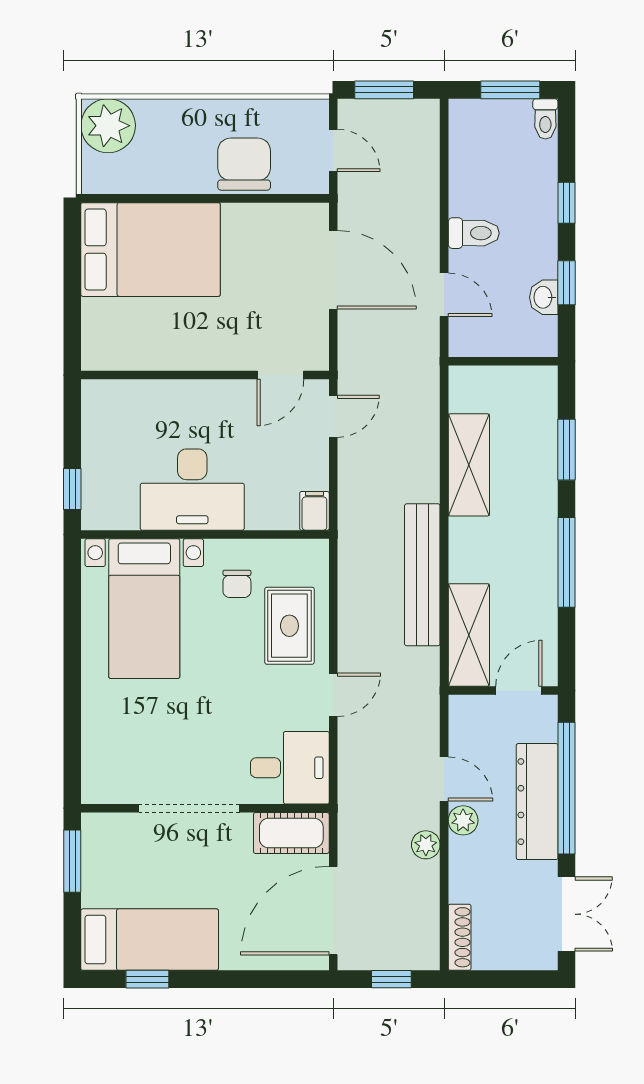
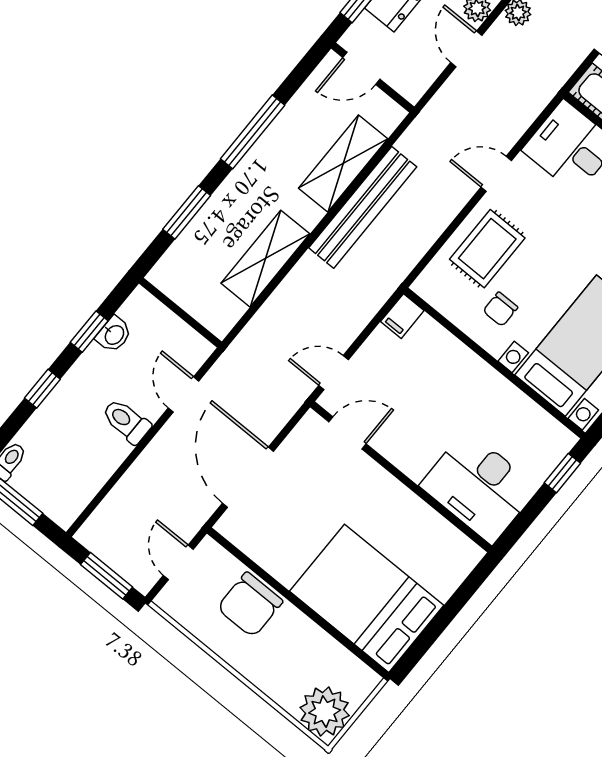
desk: (192, 490) -> (479, 487), moved, turned 180
chair: (237, 584) -> (500, 309), turned 180
shelving: (469, 635) -> (343, 163), moved

